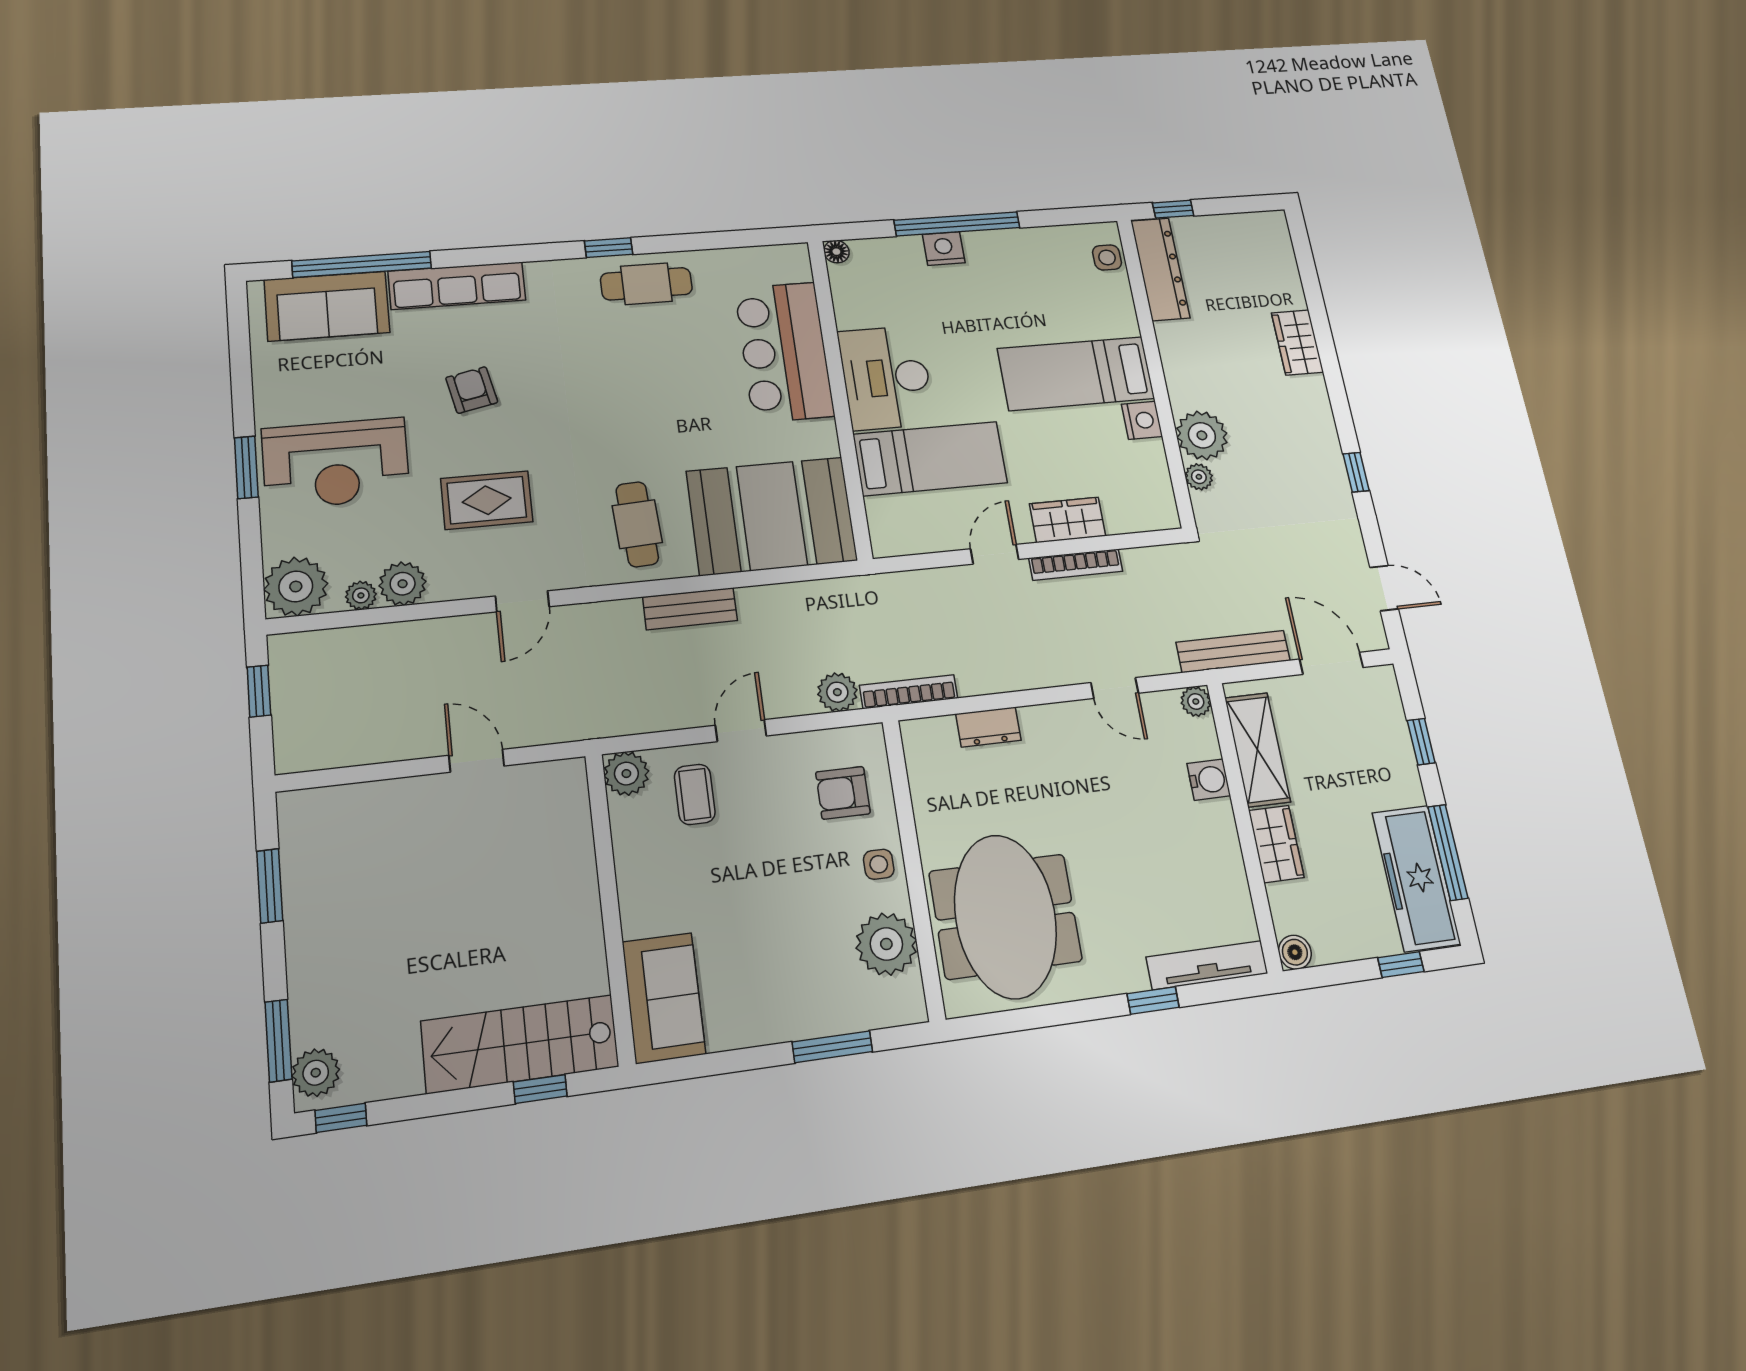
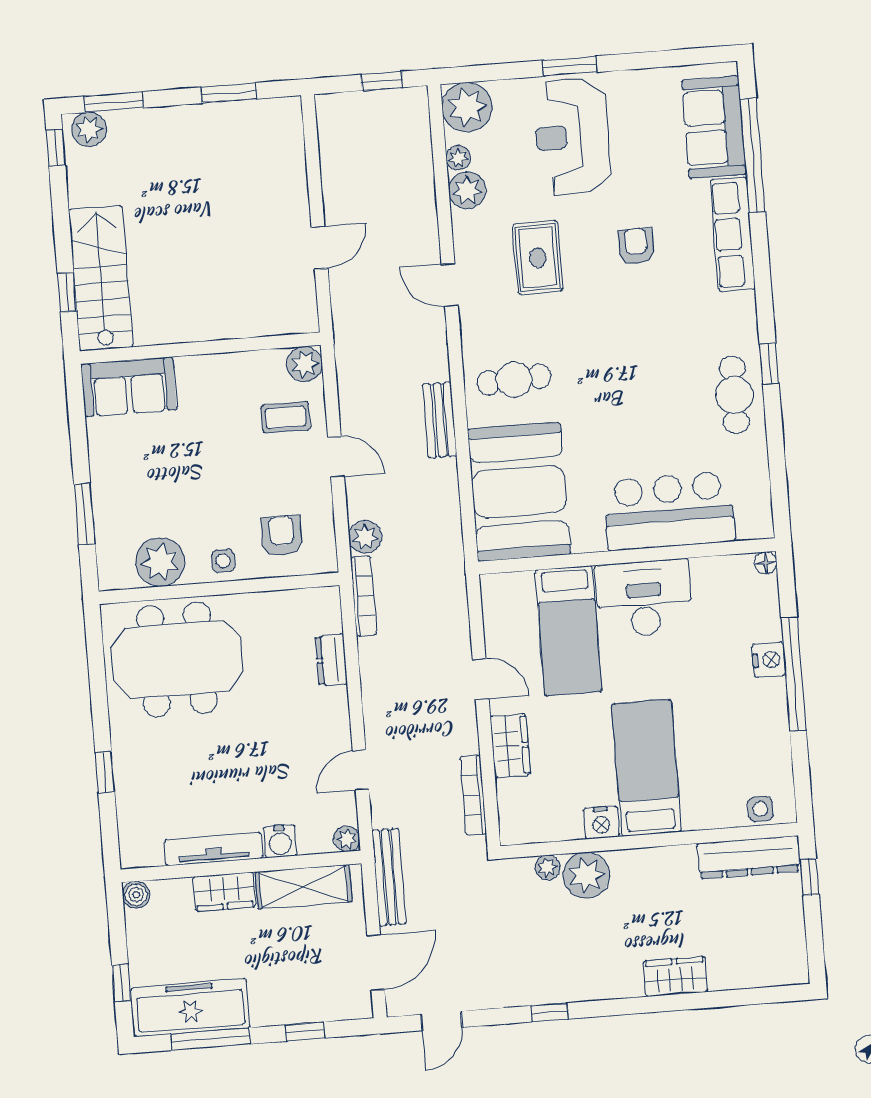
armchair: (472, 390) -> (636, 246), turned -78
bookcase: (1076, 565) -> (473, 795), moved
tv unit: (1207, 965) -> (214, 849), moved, turned -90

